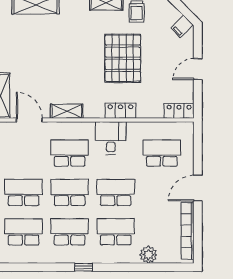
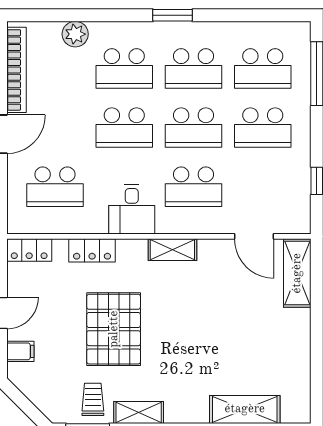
filing cabinet: (182, 26) -> (20, 351), moved, turned 45
shelving: (67, 111) -> (172, 250), moved
locker: (120, 111) -> (92, 250), moved
window: (84, 267) -> (173, 15), width x1.50

